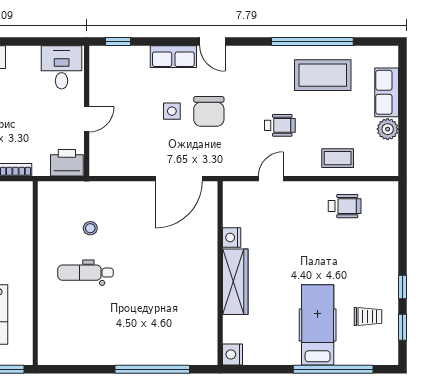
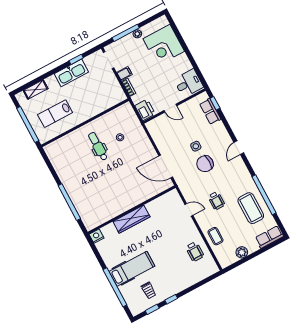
row of seats: (173, 57) -> (210, 111), moved
row of seats: (387, 92) -> (269, 237), moved
nightstand: (232, 237) -> (151, 206), removed

